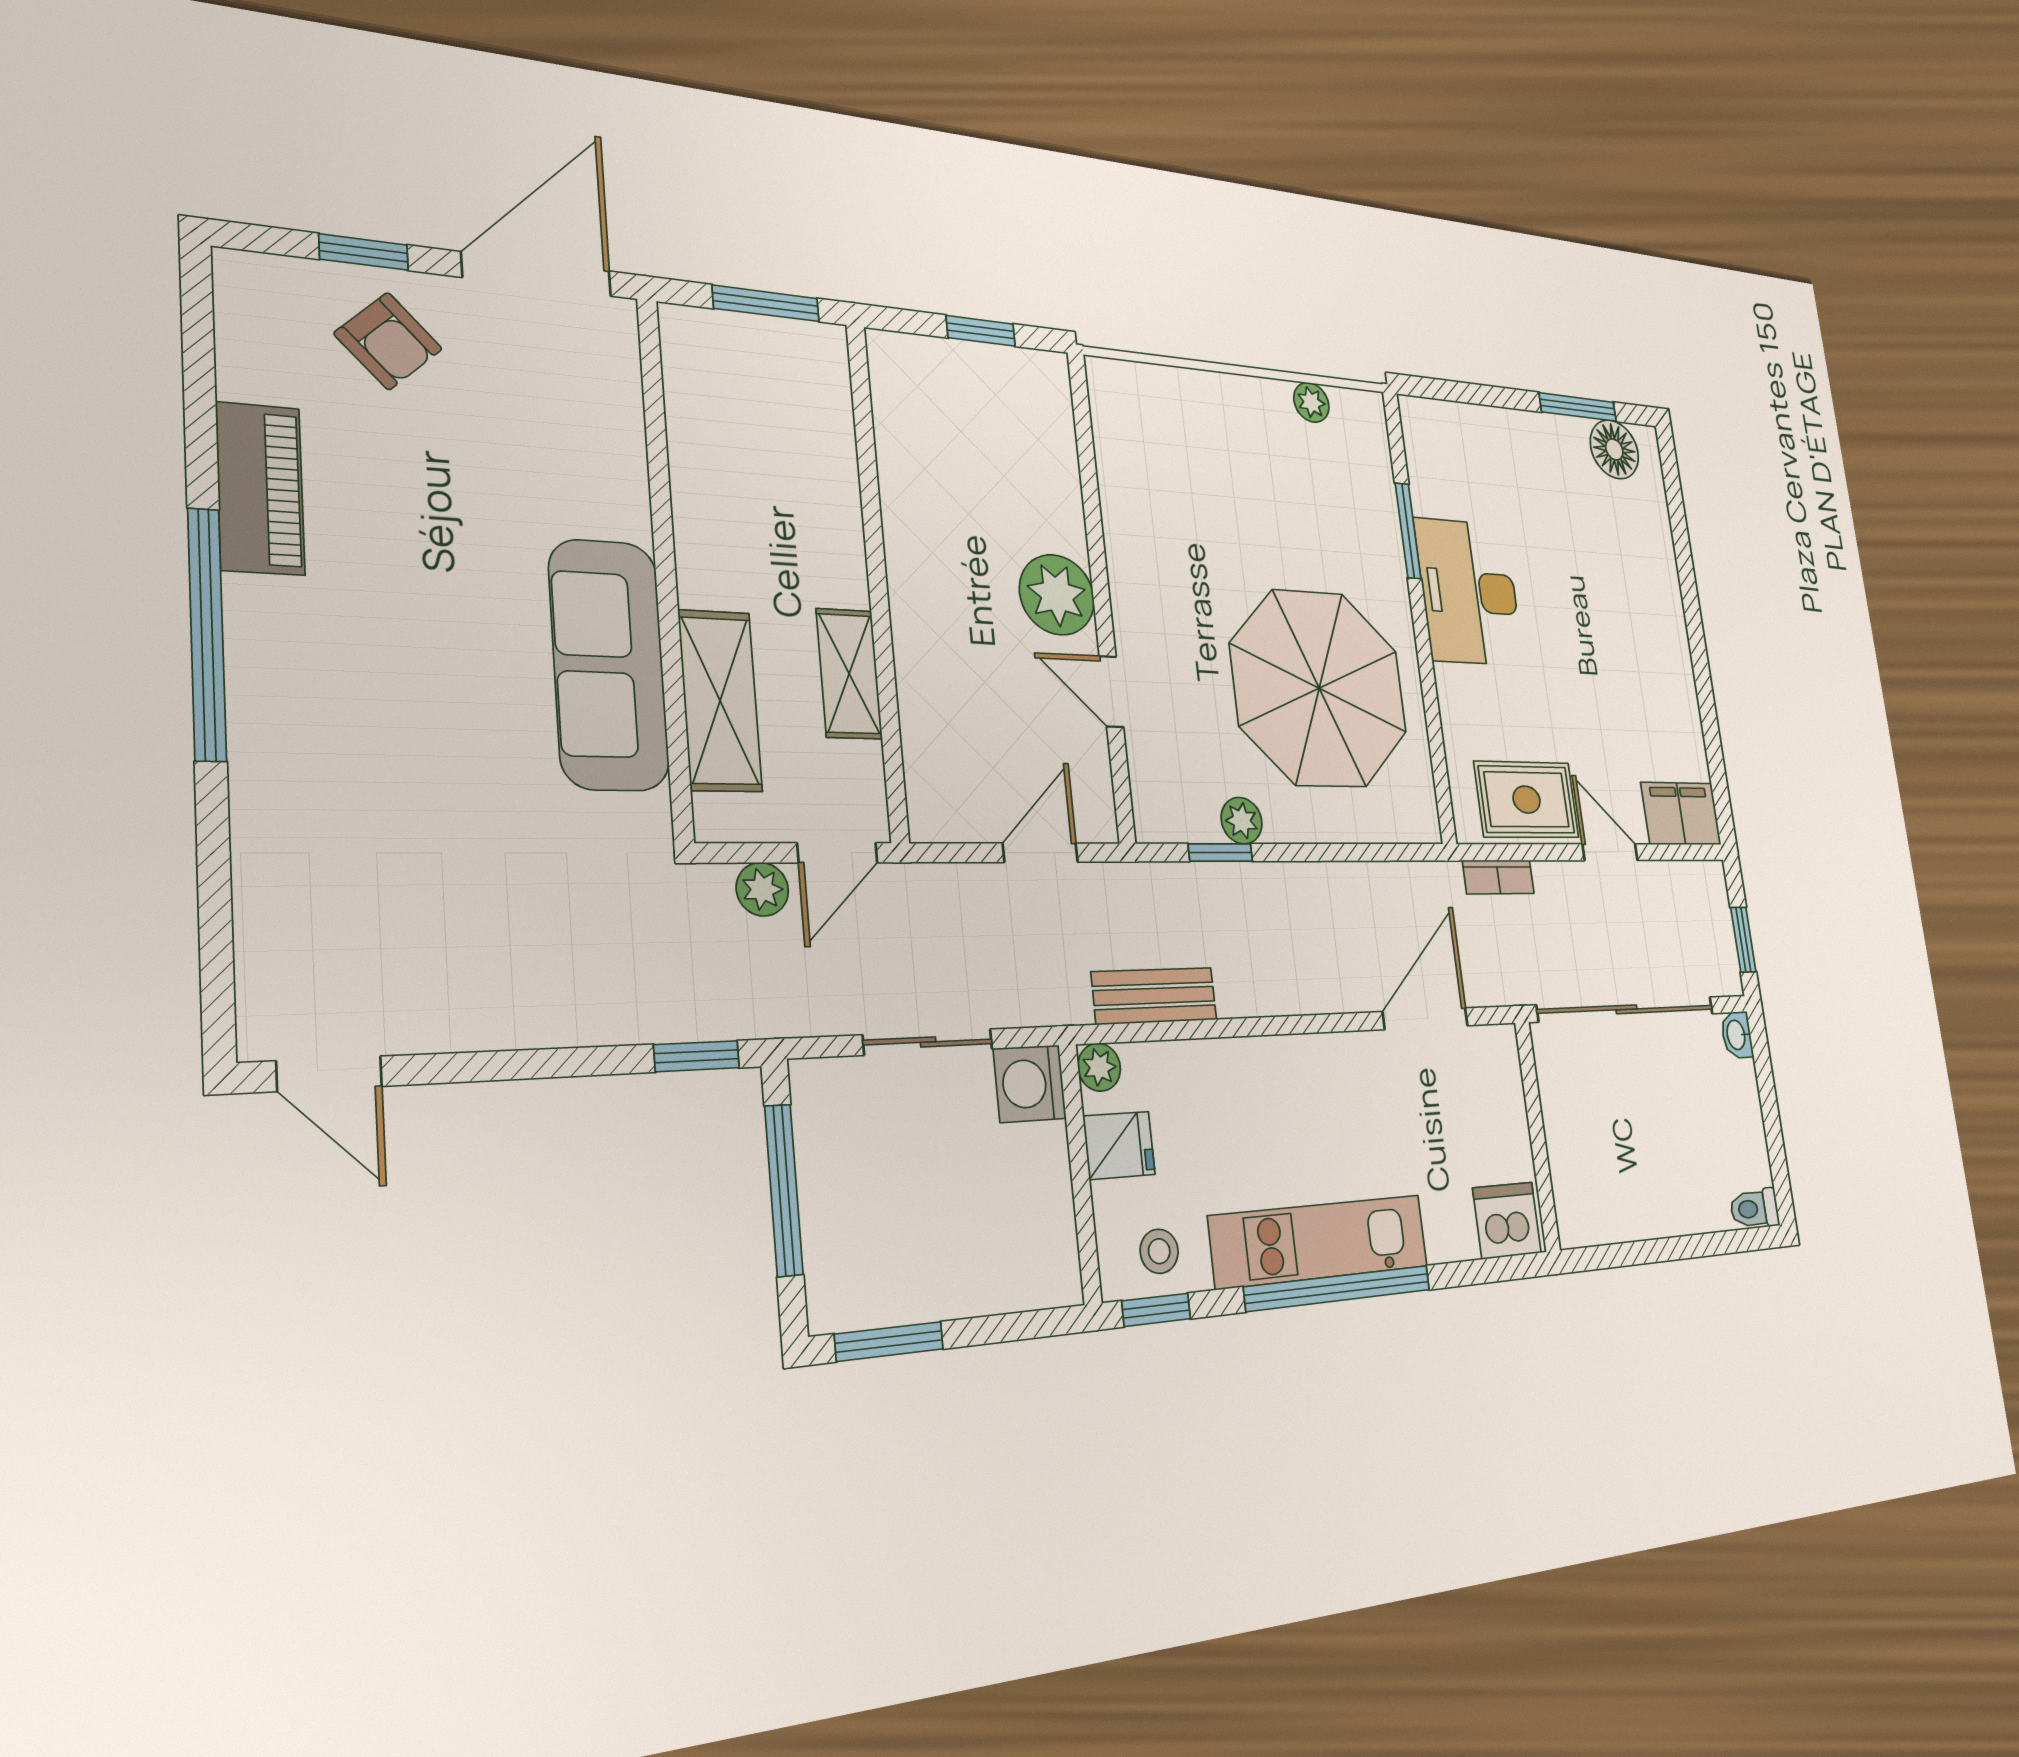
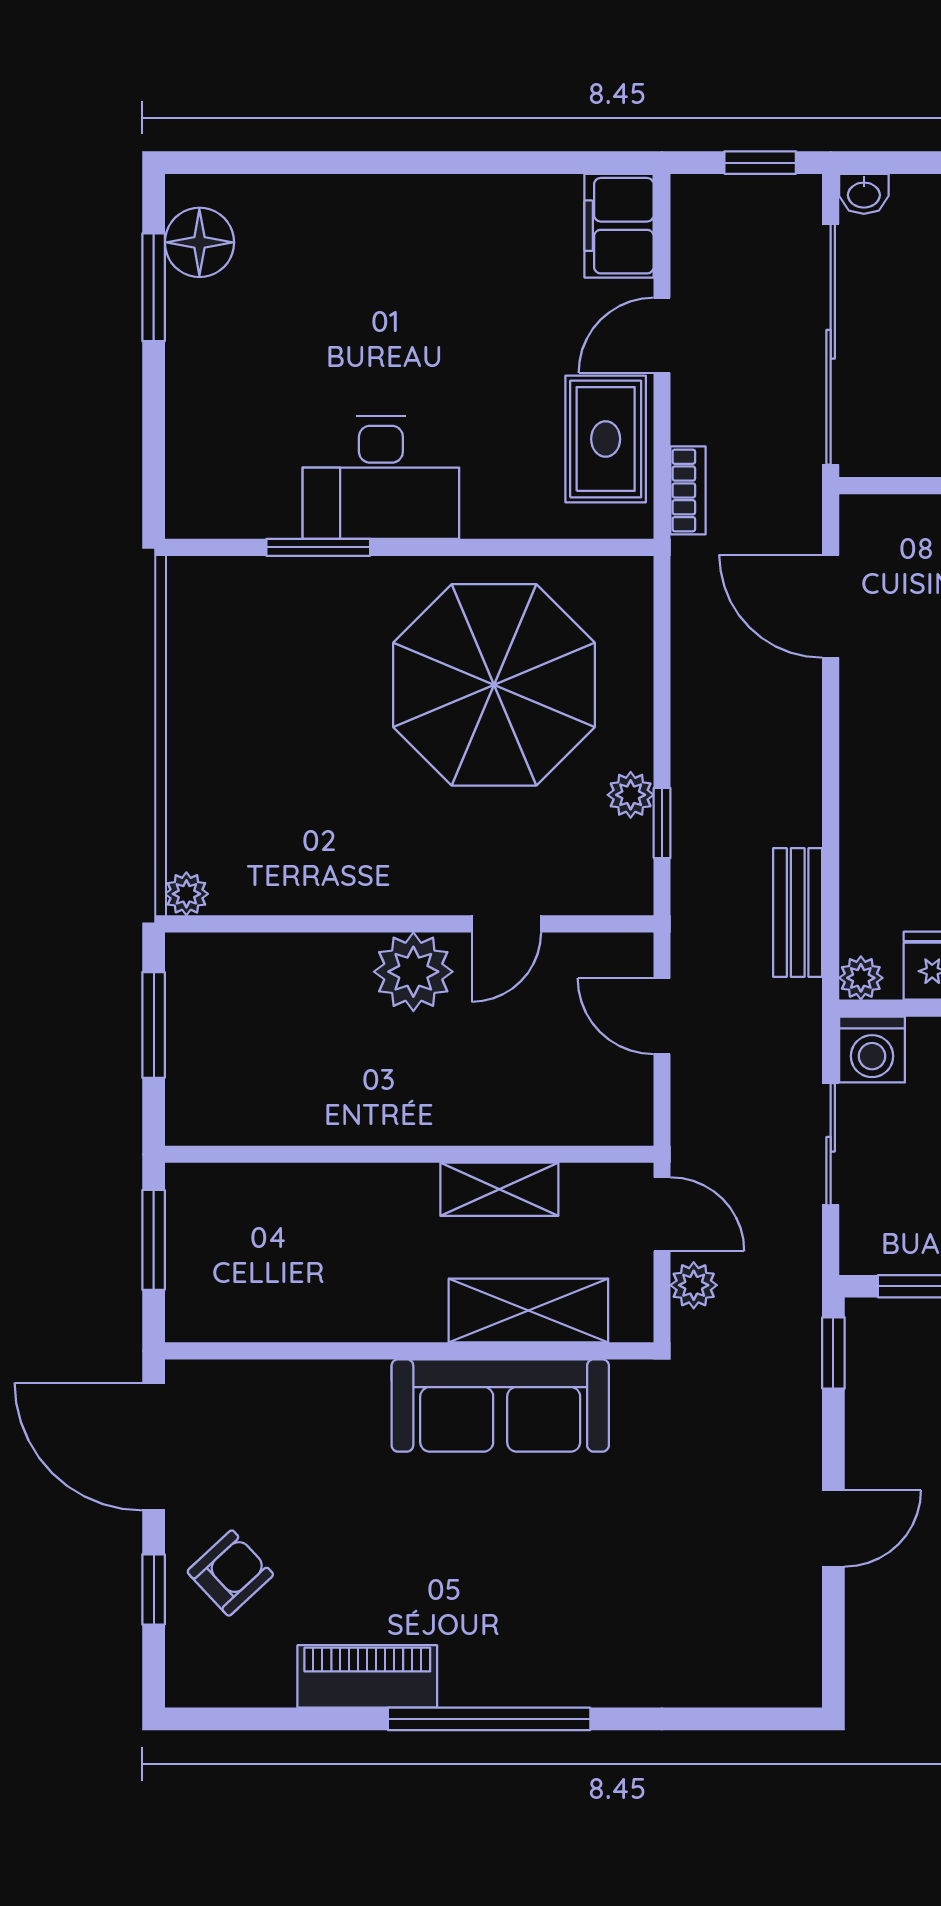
window: (981, 331) -> (154, 1025), width x1.50
plant: (1311, 402) -> (186, 894), moved
door: (329, 1074) -> (833, 1528), moved

